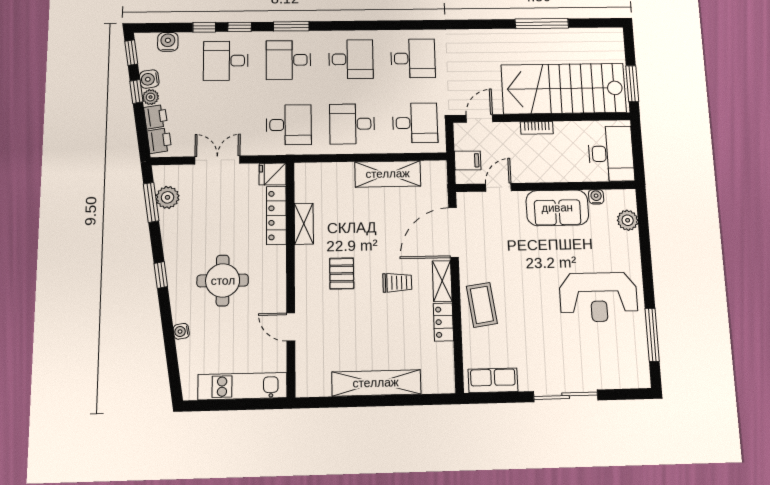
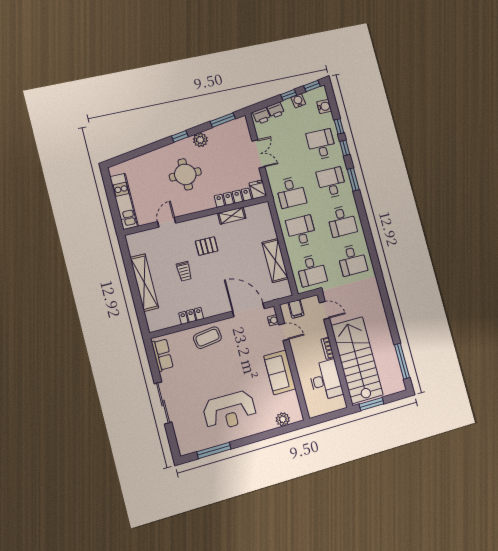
window: (542, 24) -> (402, 361), moved
plant: (151, 97) -> (287, 104), removed
desk: (611, 154) -> (326, 380), moved, turned -90
plant: (168, 197) -> (200, 140), moved
water cooler: (596, 197) -> (273, 320), moved
shelving: (442, 281) -> (217, 309), removed
trolley: (397, 283) -> (184, 271), moved
reception desk: (598, 297) -> (230, 411), turned -90
water cooler: (181, 331) -> (149, 157), removed

